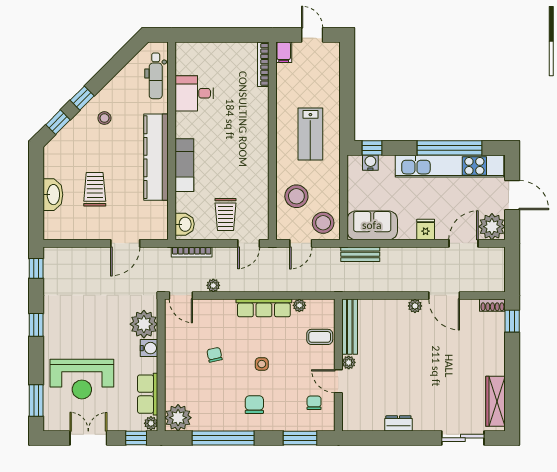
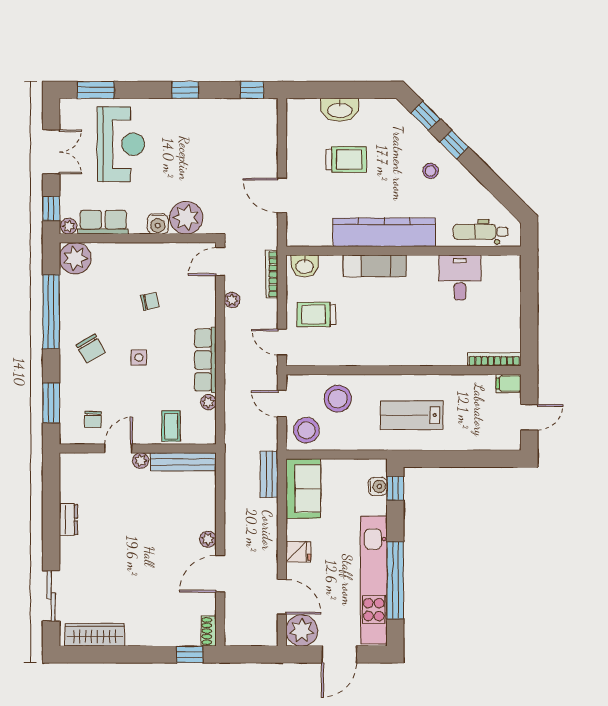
reception desk: (82, 379) -> (121, 144), turned 180
chair: (314, 403) -> (93, 420), turned 90
chair: (254, 405) -> (91, 349), turned 60

